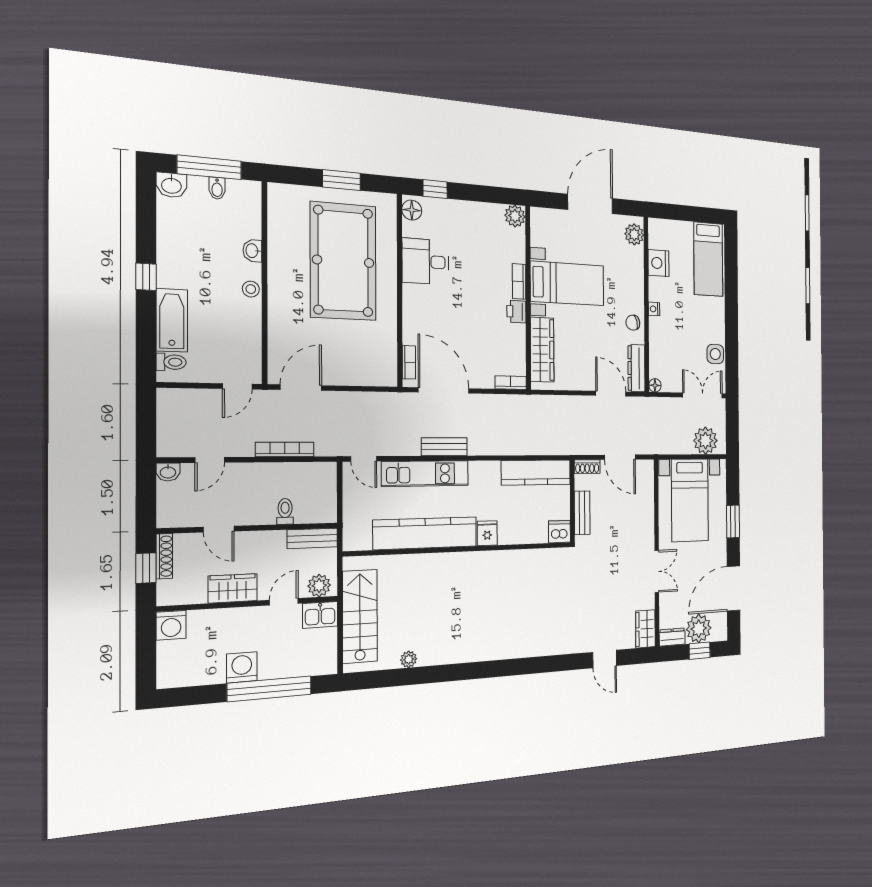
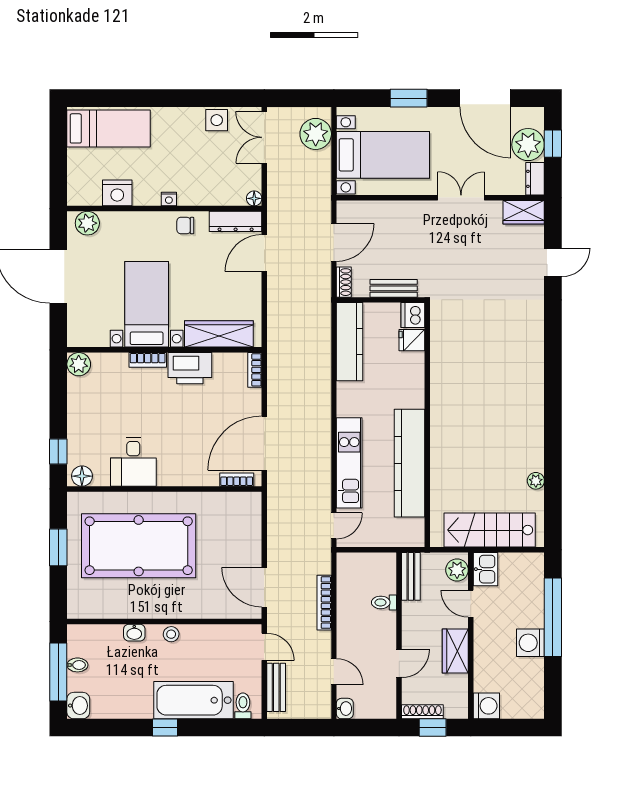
printer: (516, 312) -> (190, 368), width x1.87, depth x1.48
bathtub: (172, 320) -> (194, 700), width x1.36, depth x1.36
chair: (633, 323) -> (185, 226), turned 103
bench: (444, 447) -> (276, 687), moved
fridge: (487, 533) -> (412, 340), moved

